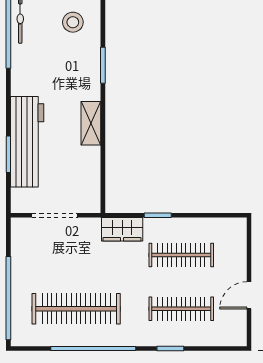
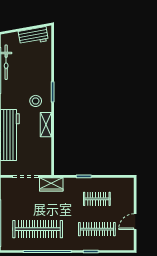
stool: (73, 22) -> (36, 101), moved
wardrobe: (122, 229) -> (51, 184), moved
clothes rail: (181, 255) -> (97, 199), width x0.73

